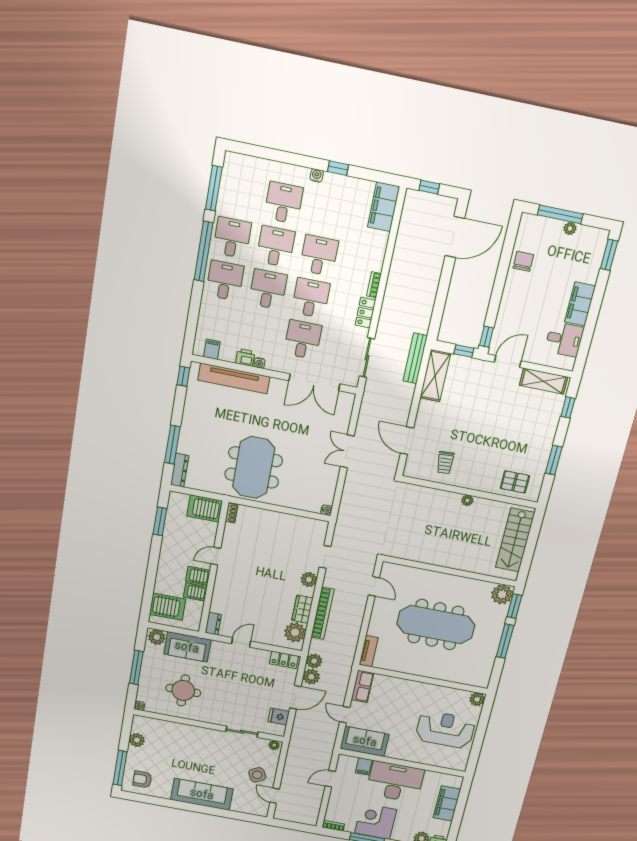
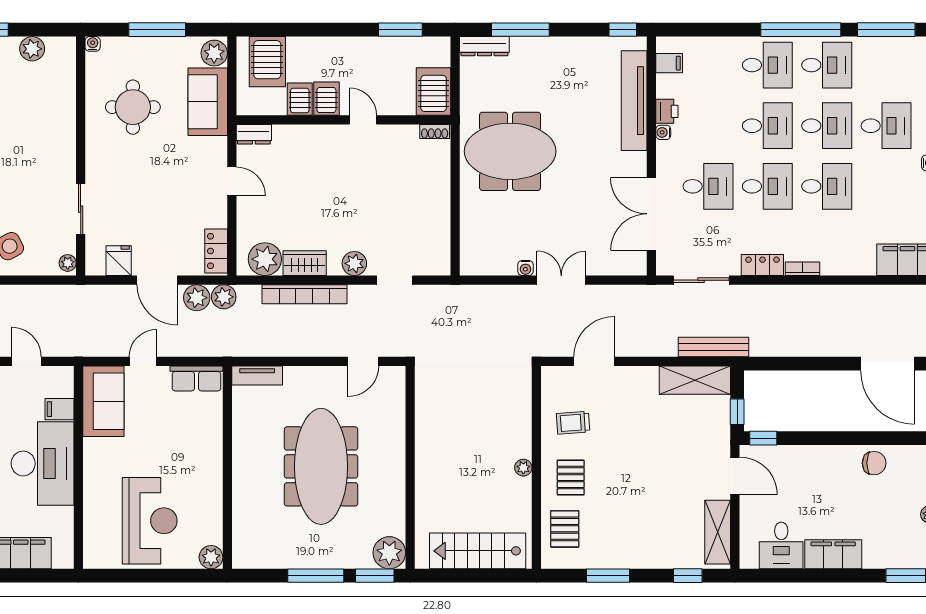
pallet: (482, 471) -> (571, 478), added
water cooler: (326, 510) -> (525, 268), moved

